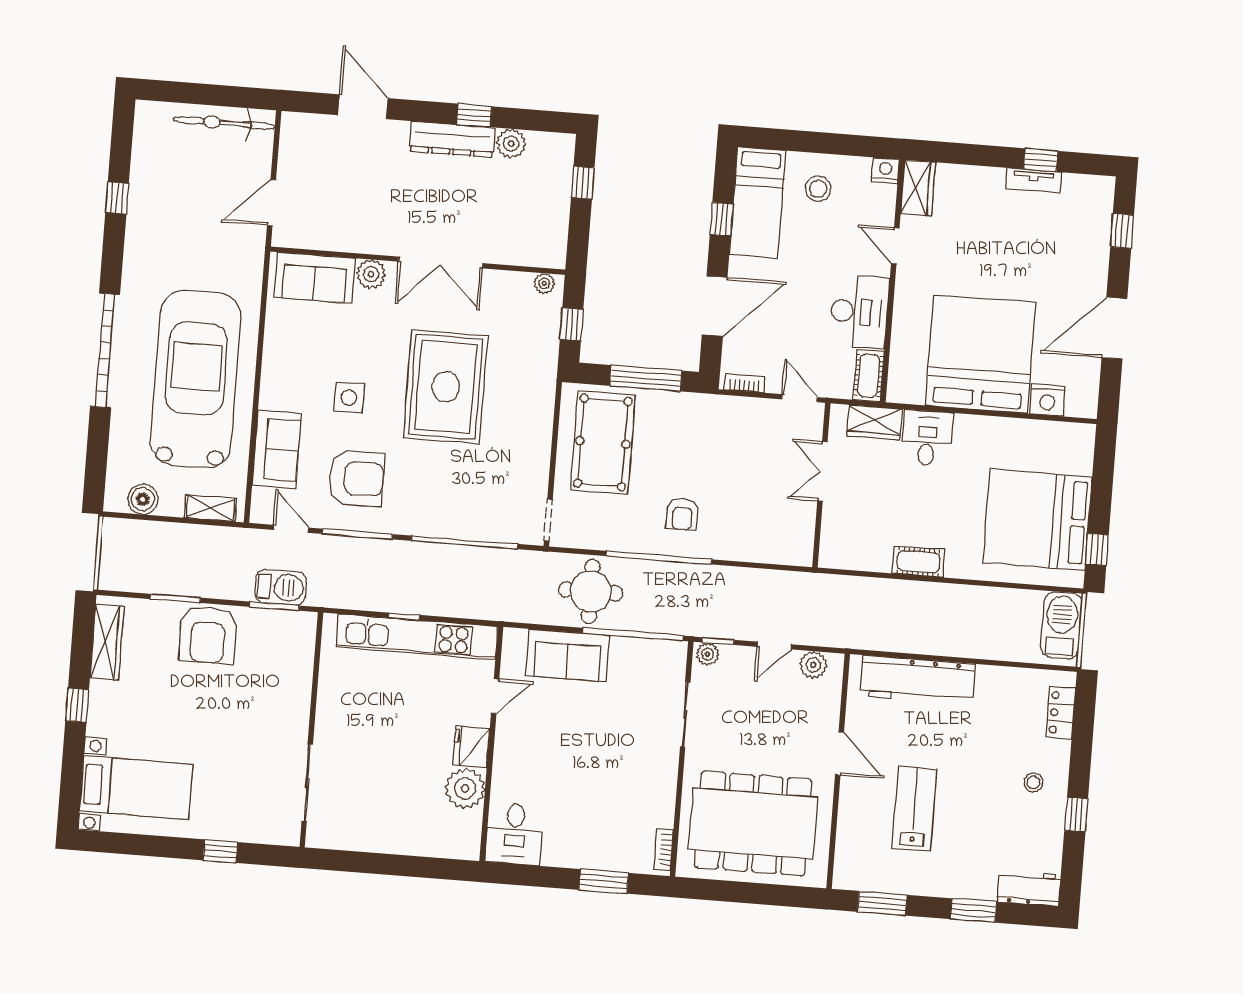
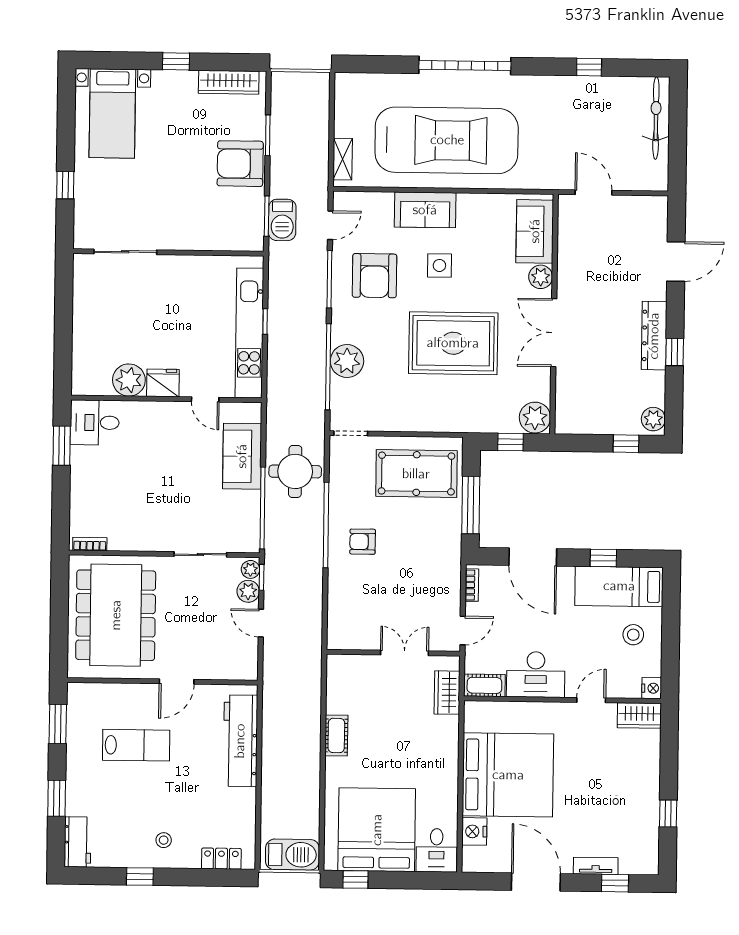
bicycle: (224, 123) -> (656, 118), moved
plant: (511, 144) -> (653, 419), moved
tv unit: (1033, 180) -> (596, 866), moved, turned 90
plant: (544, 283) -> (535, 418), width x1.87, depth x1.87
desk: (927, 438) -> (437, 850), moved, turned 90
sofa: (276, 449) -> (425, 210), moved
boiler: (143, 499) -> (346, 104), removed
plant: (459, 519) -> (347, 361), added
plant: (813, 665) -> (248, 591), moved
window: (604, 881) -> (62, 446), moved

